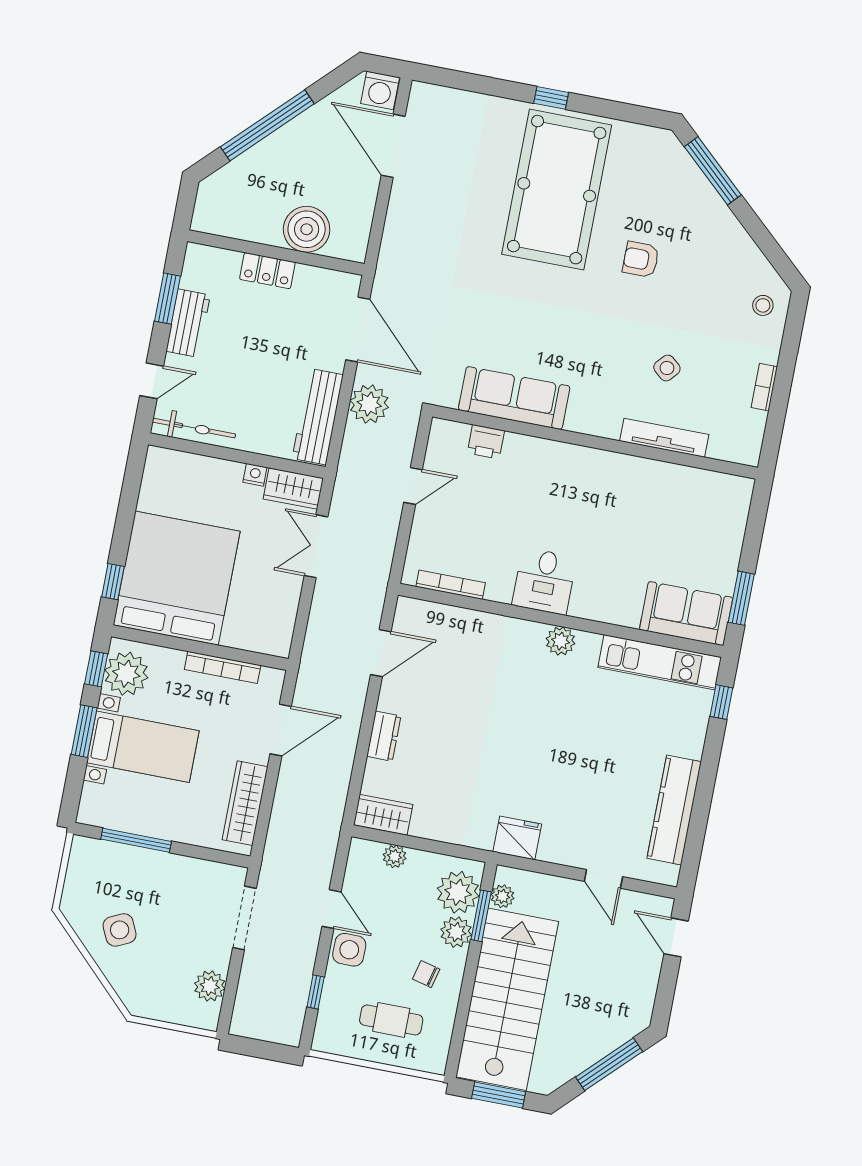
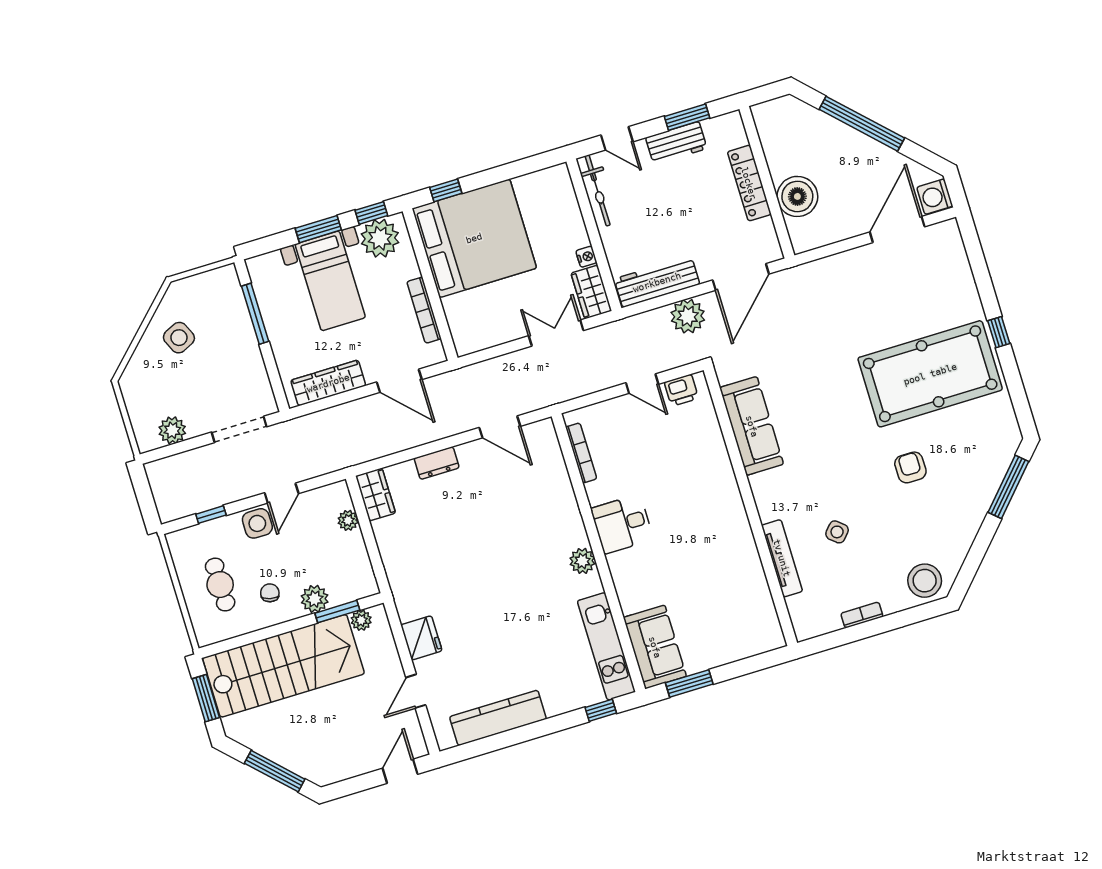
locker: (267, 271) -> (749, 183), width x1.53
stool: (763, 305) -> (925, 581), width x1.89, depth x1.89
printer: (486, 442) -> (681, 390), moved, turned -90
fridge: (517, 838) -> (421, 638), moved
plant: (458, 892) -> (346, 584), removed

